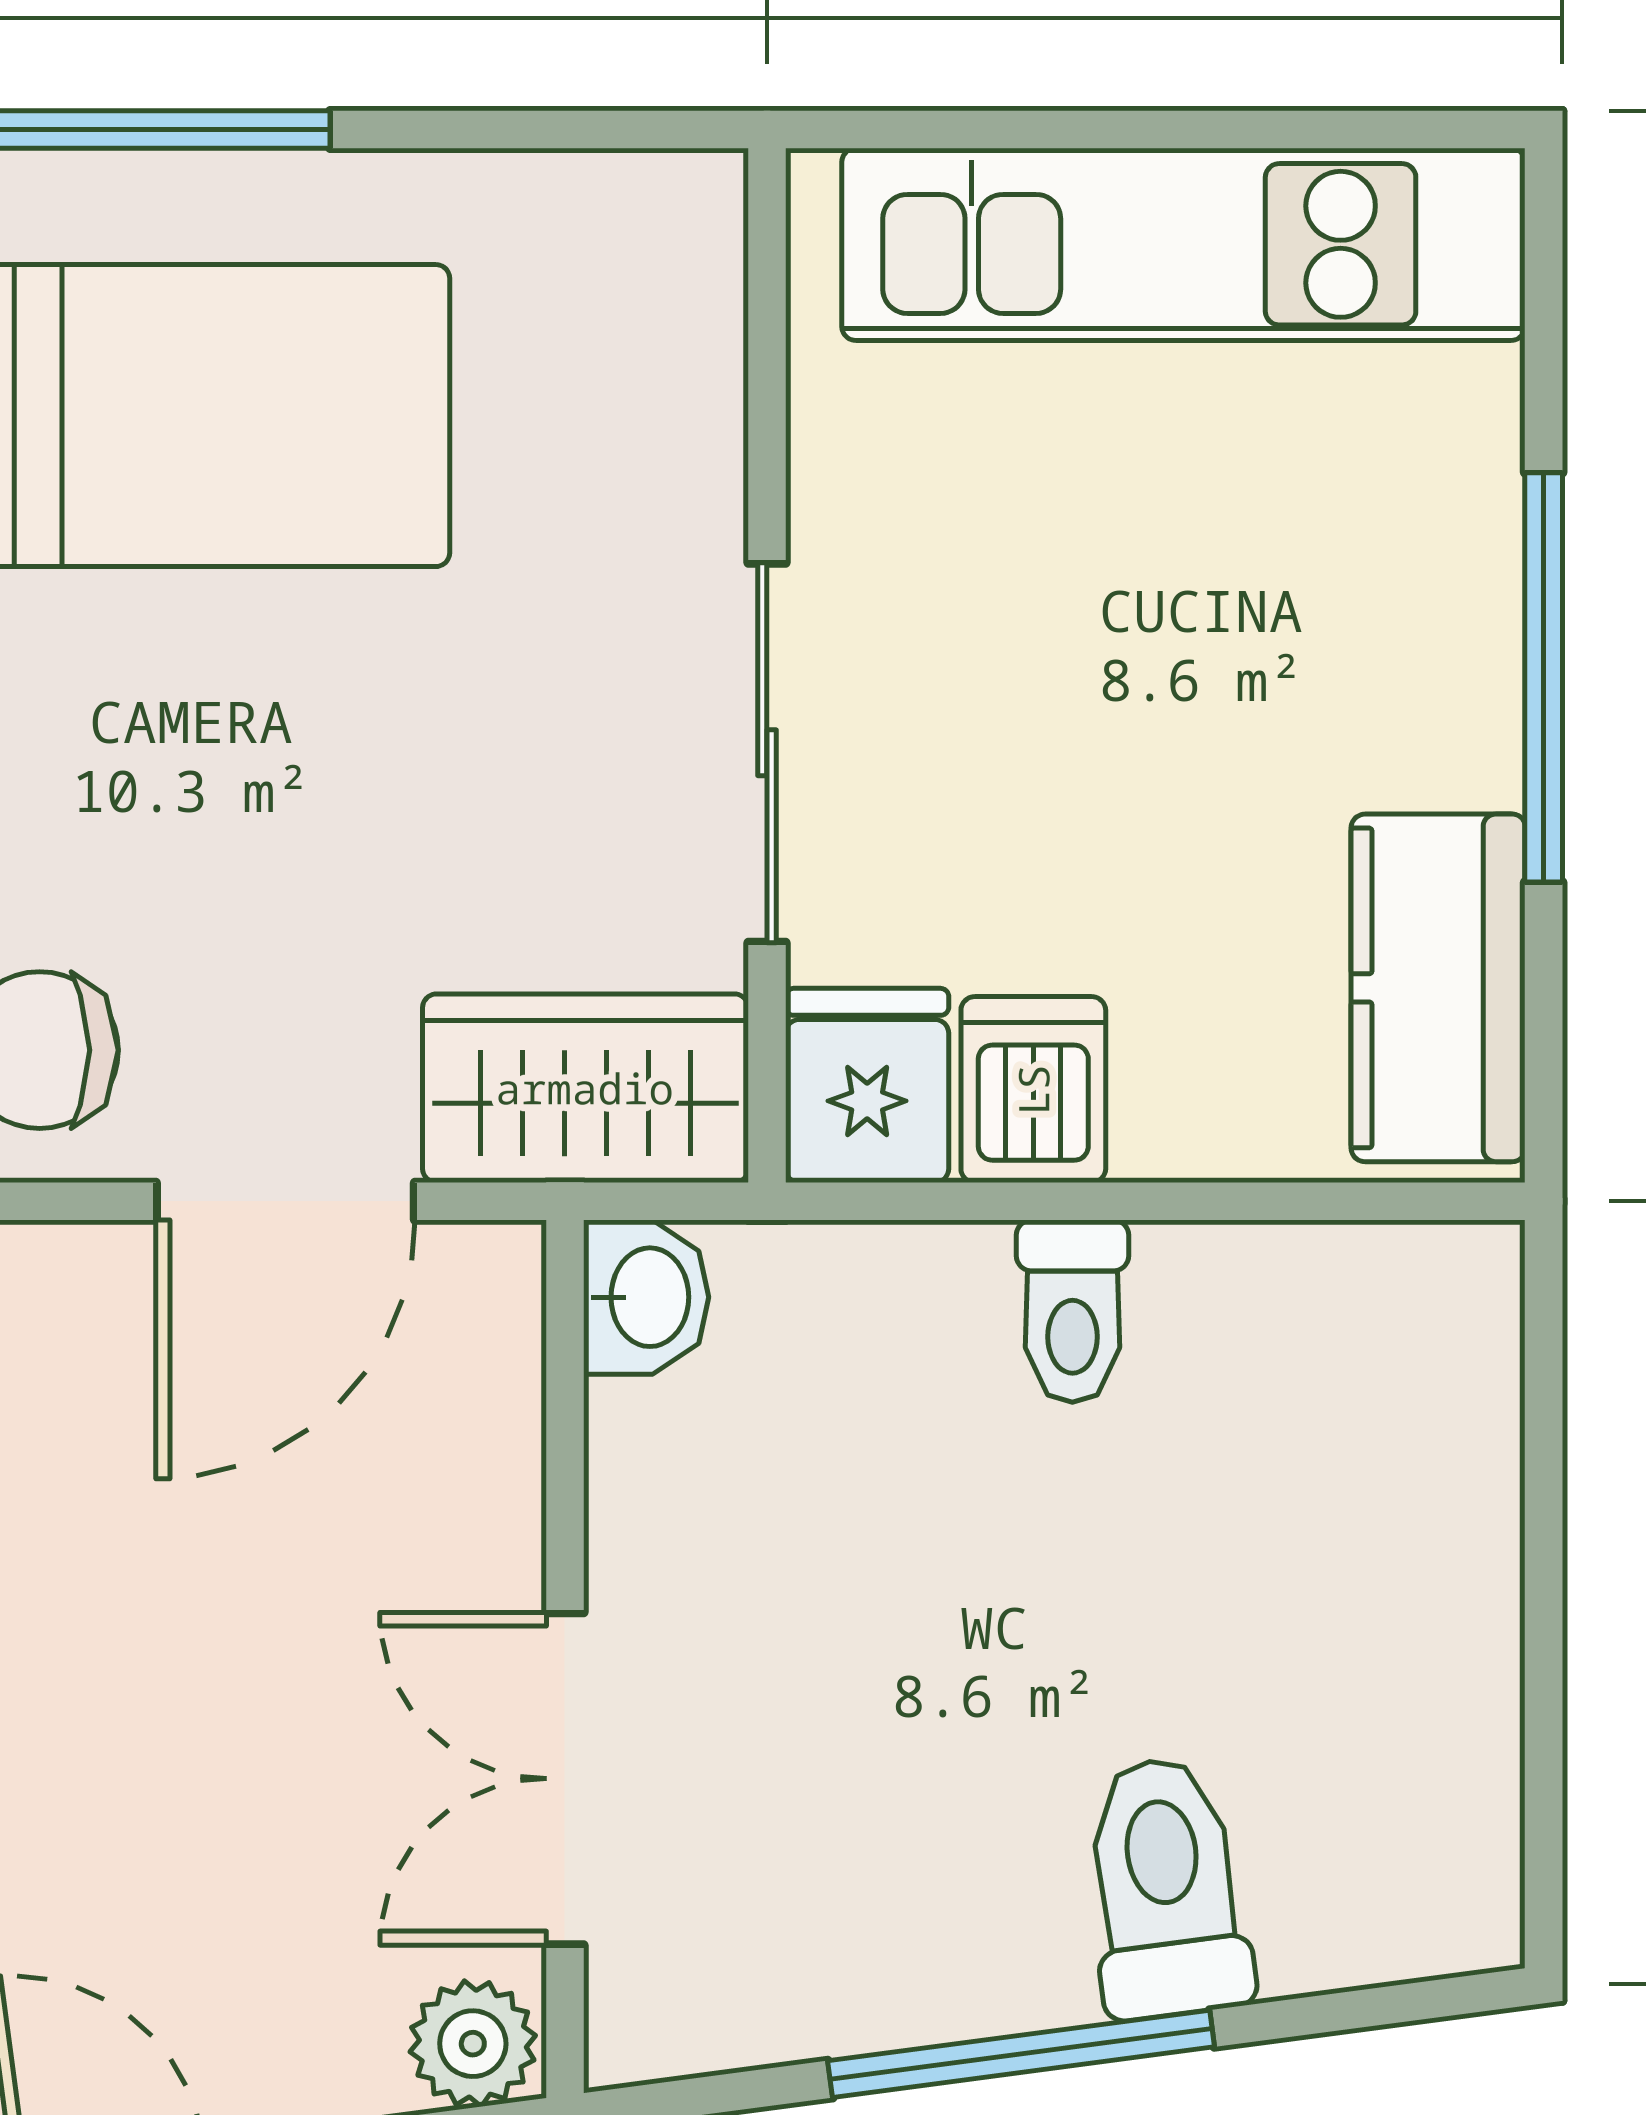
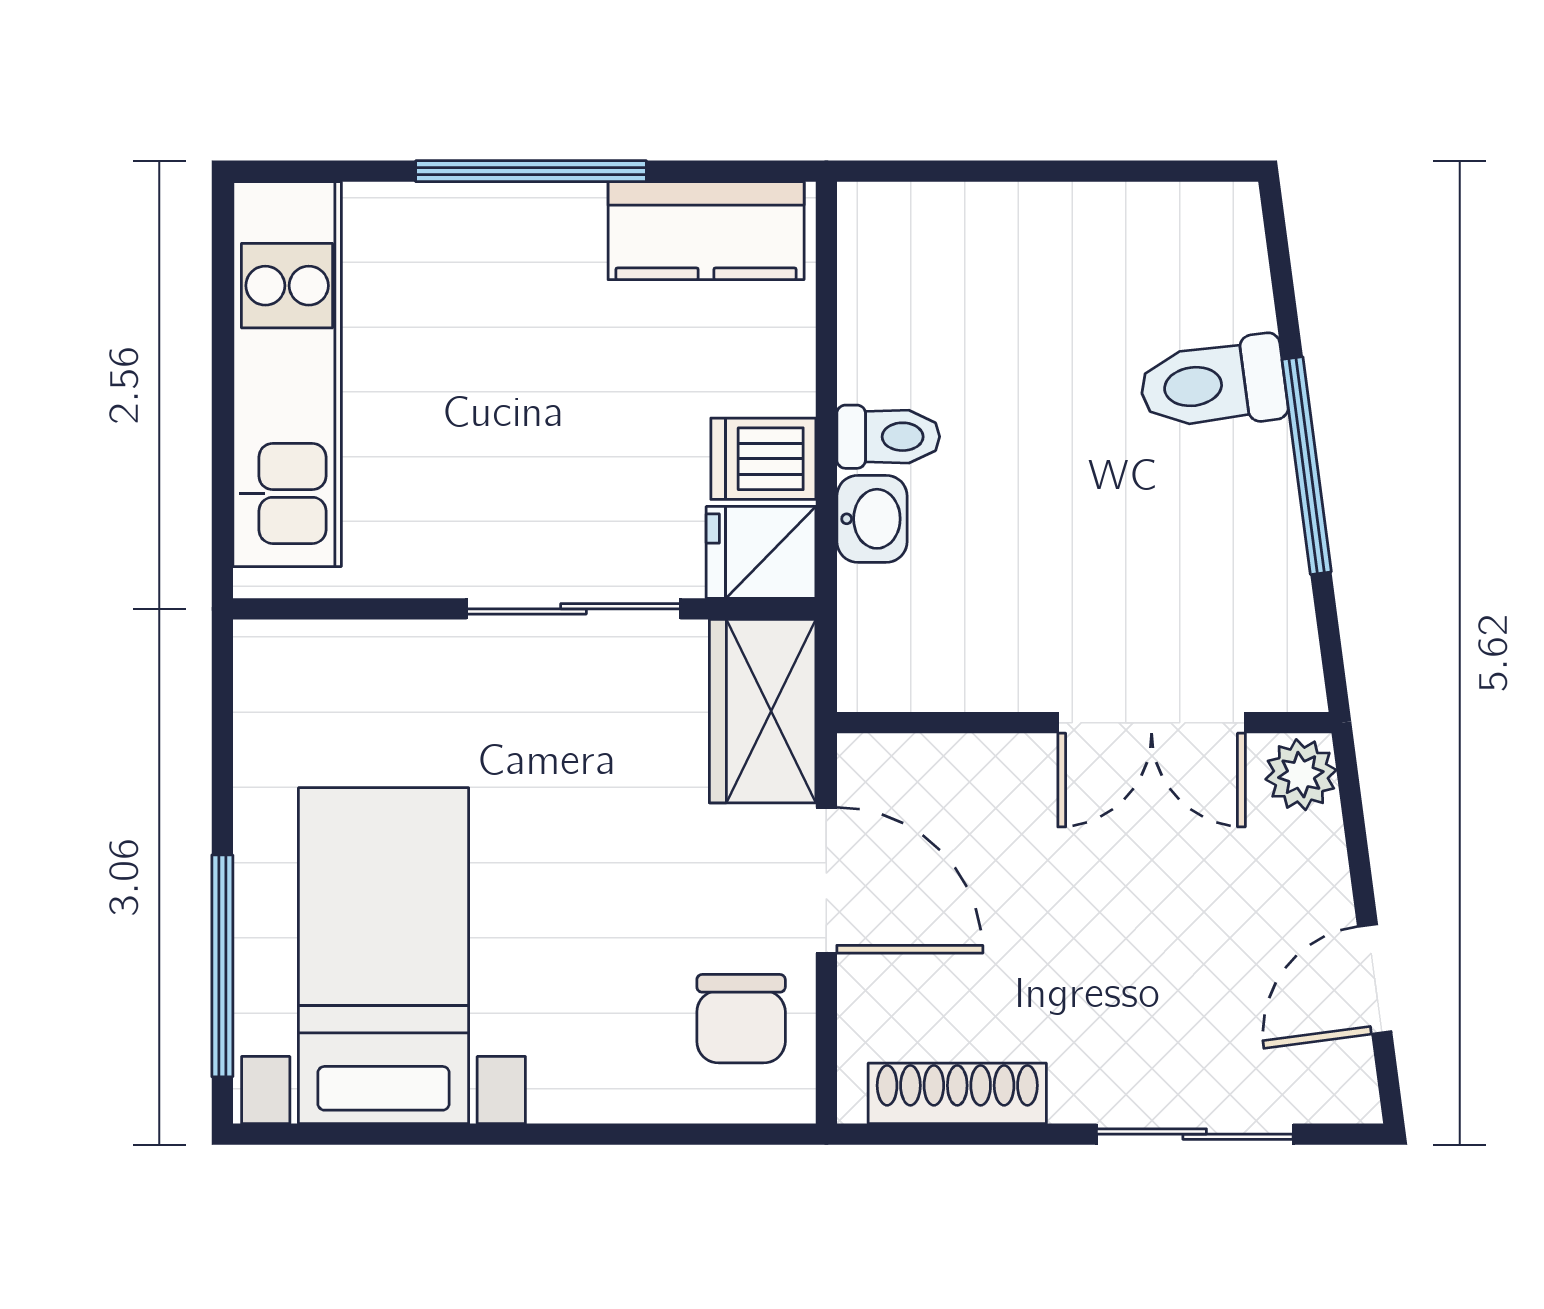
washbasin: (646, 1297) -> (872, 519), moved, turned 90

